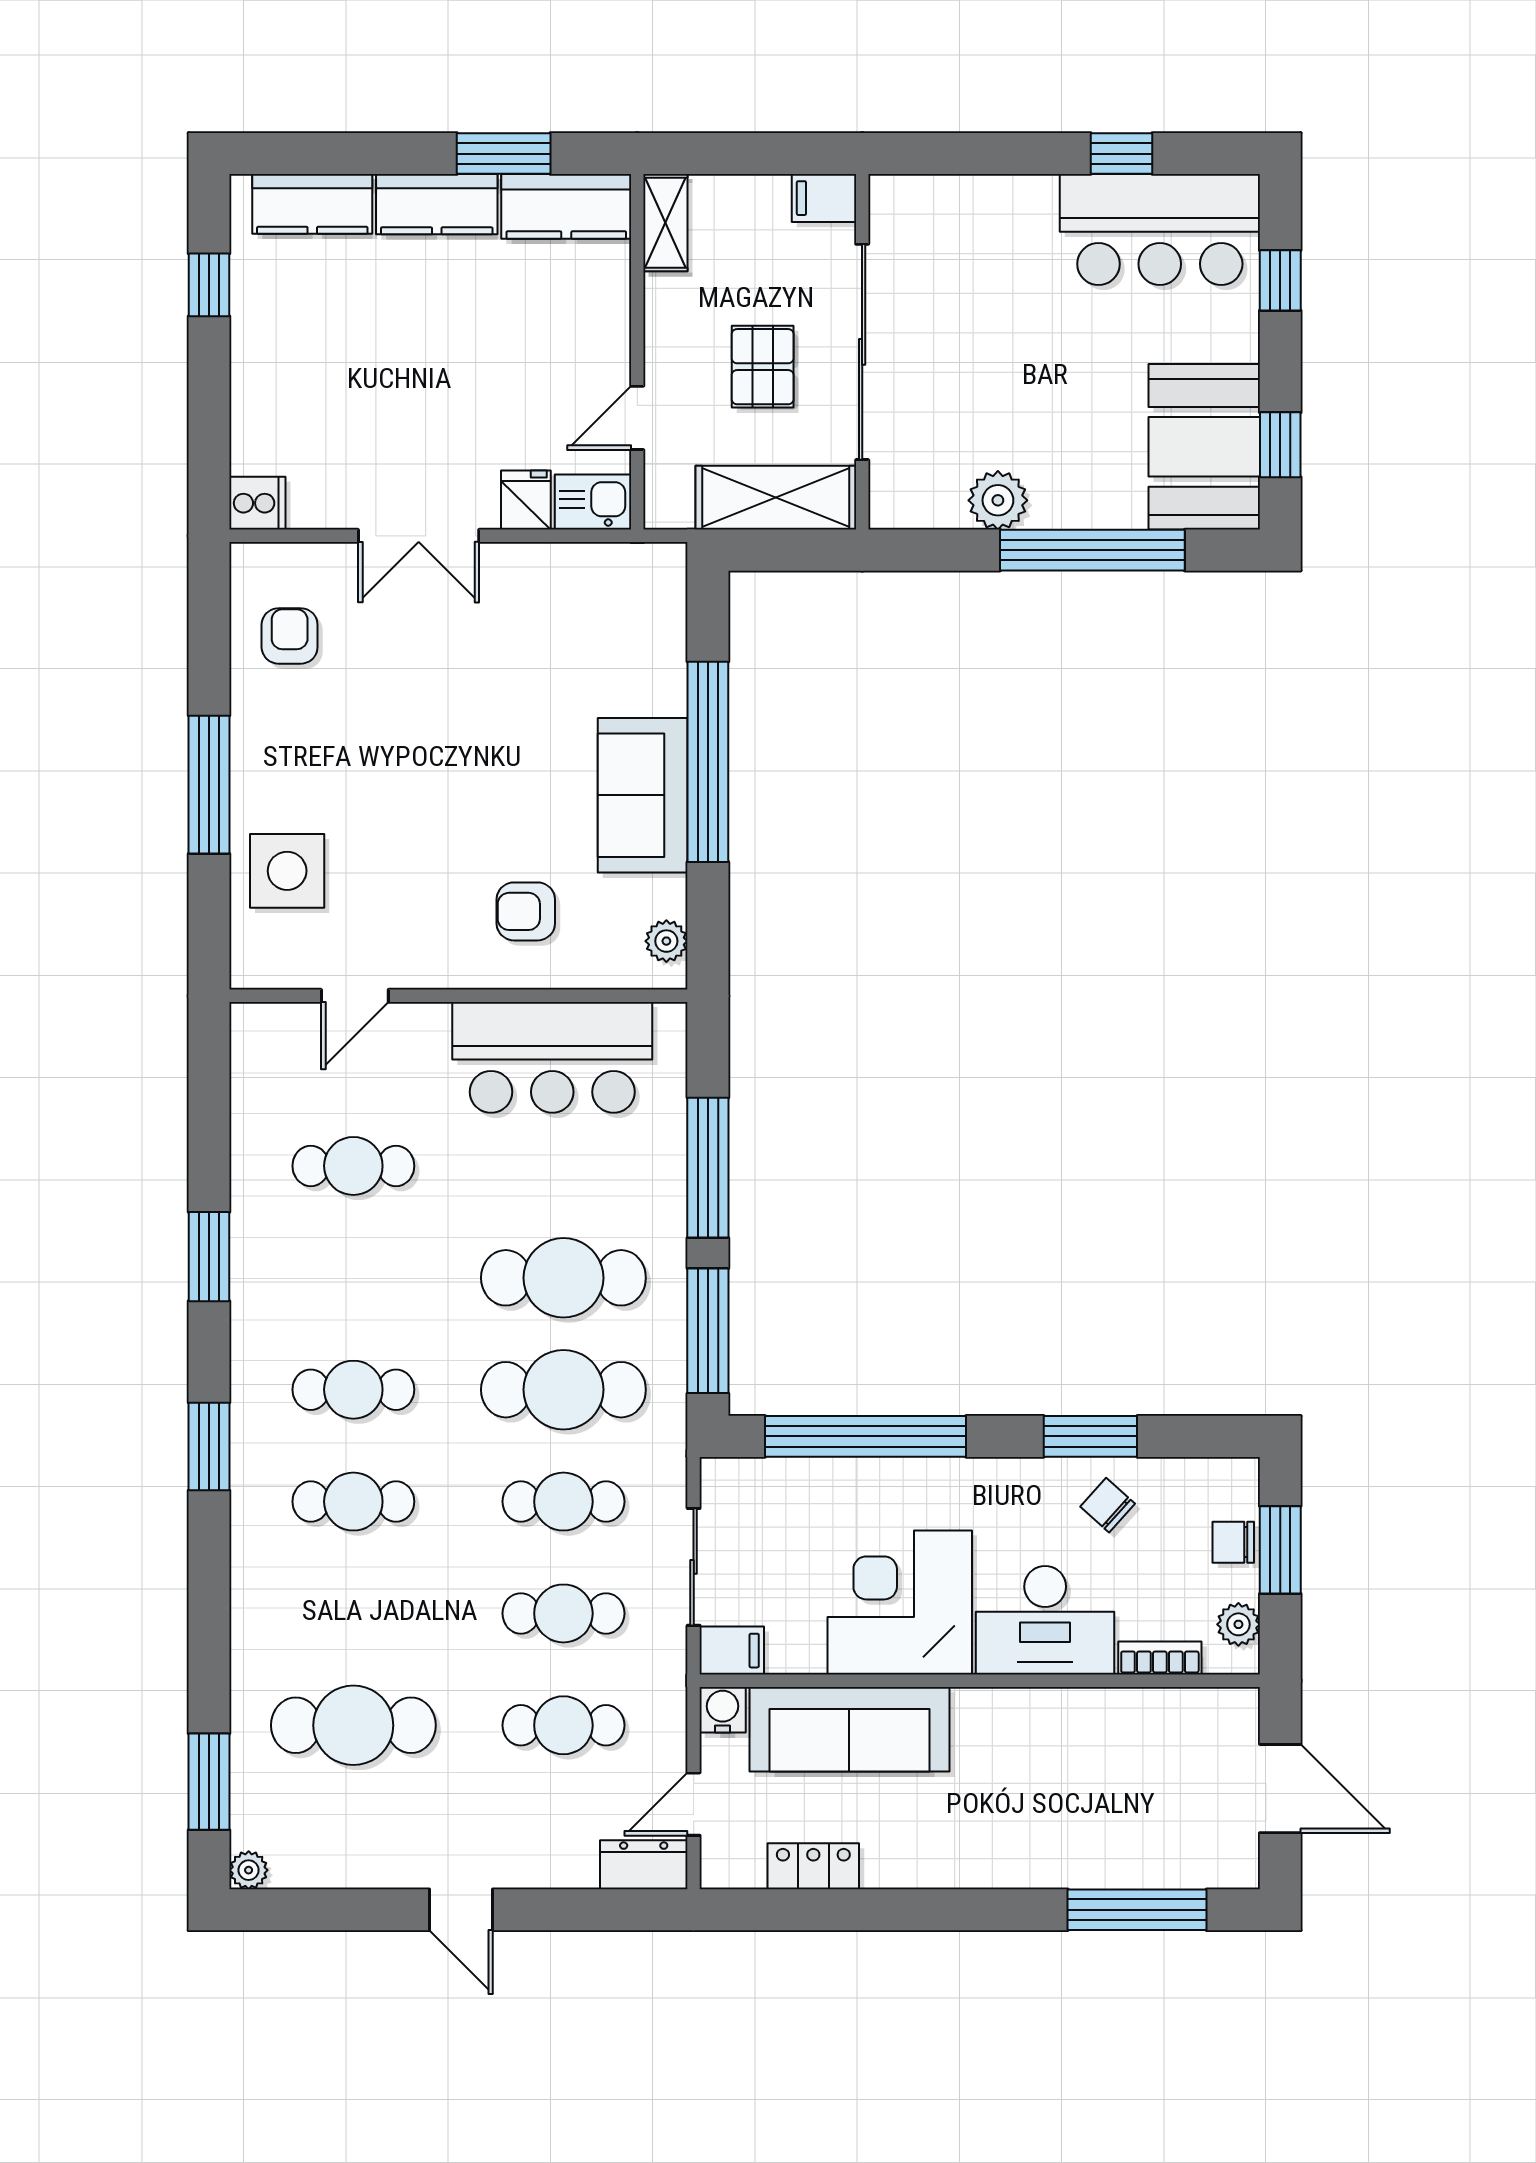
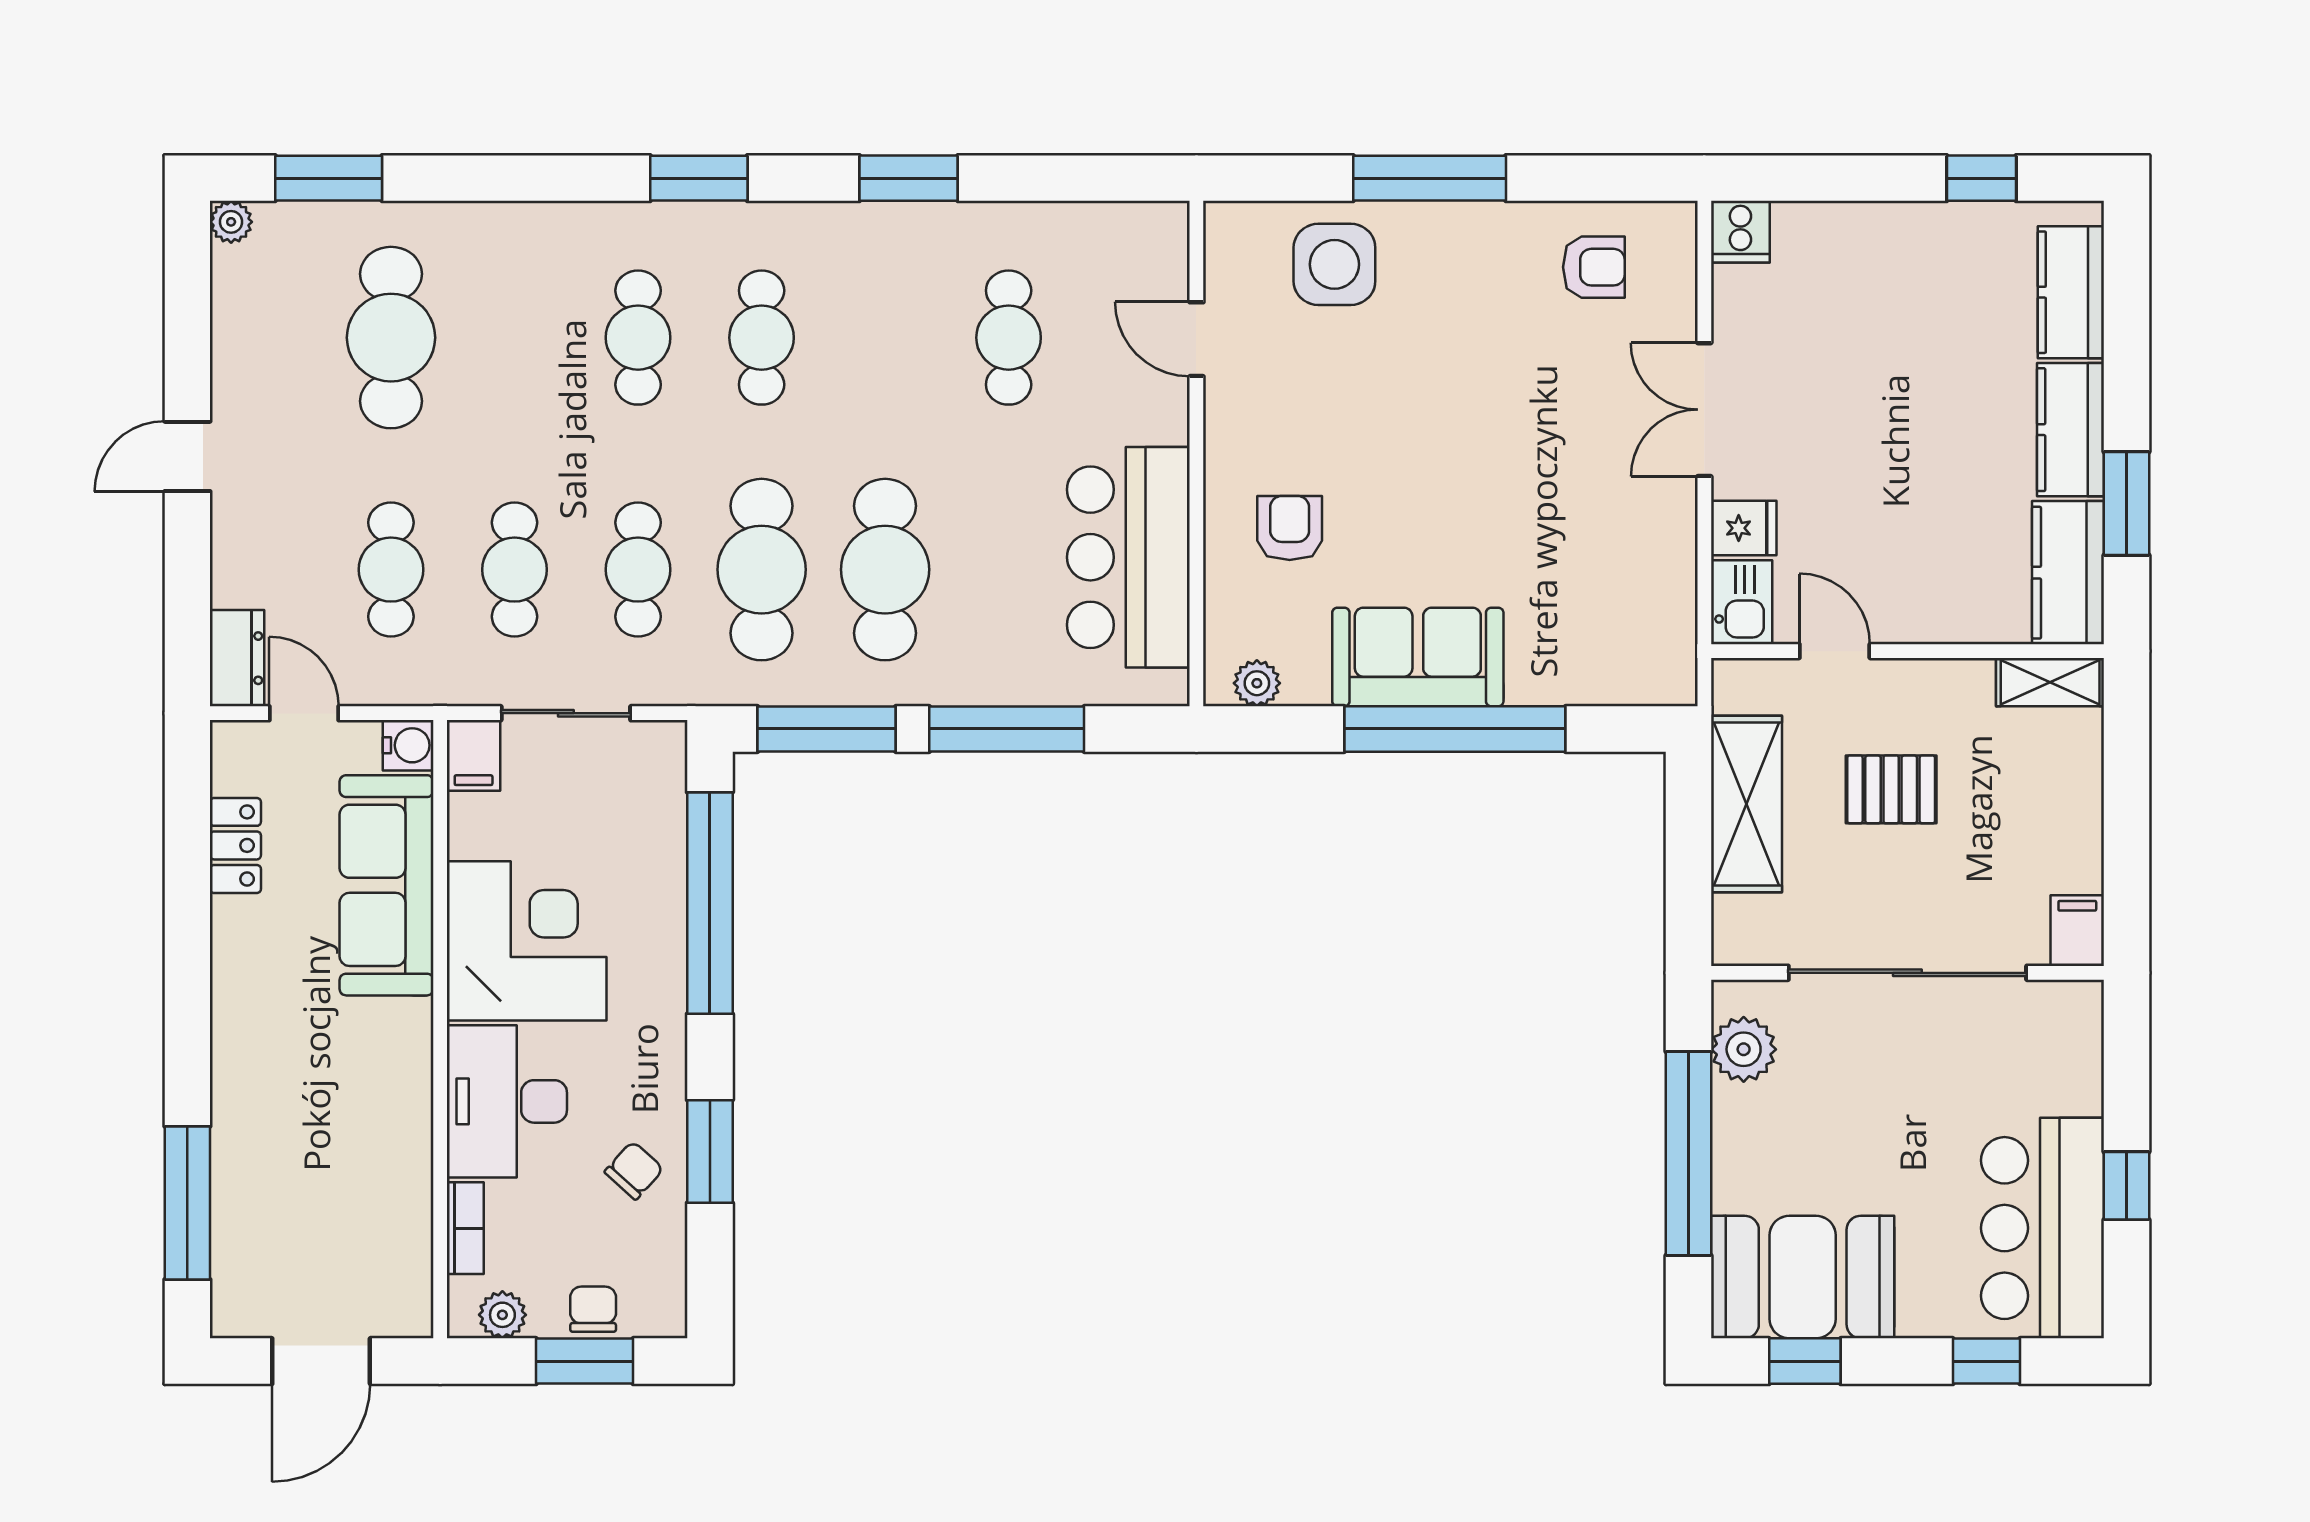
filing cabinet: (824, 198) -> (2077, 931), moved
sliding door: (862, 352) -> (1907, 973), moved
wall: (862, 352) -> (1907, 973), moved

